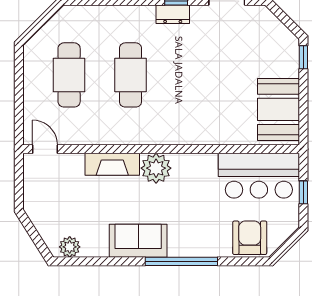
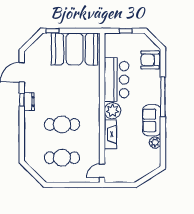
booth: (279, 109) -> (75, 49), width x1.36, depth x1.42
bar counter: (259, 176) -> (117, 80), moved
plant: (70, 247) -> (155, 142), moved

